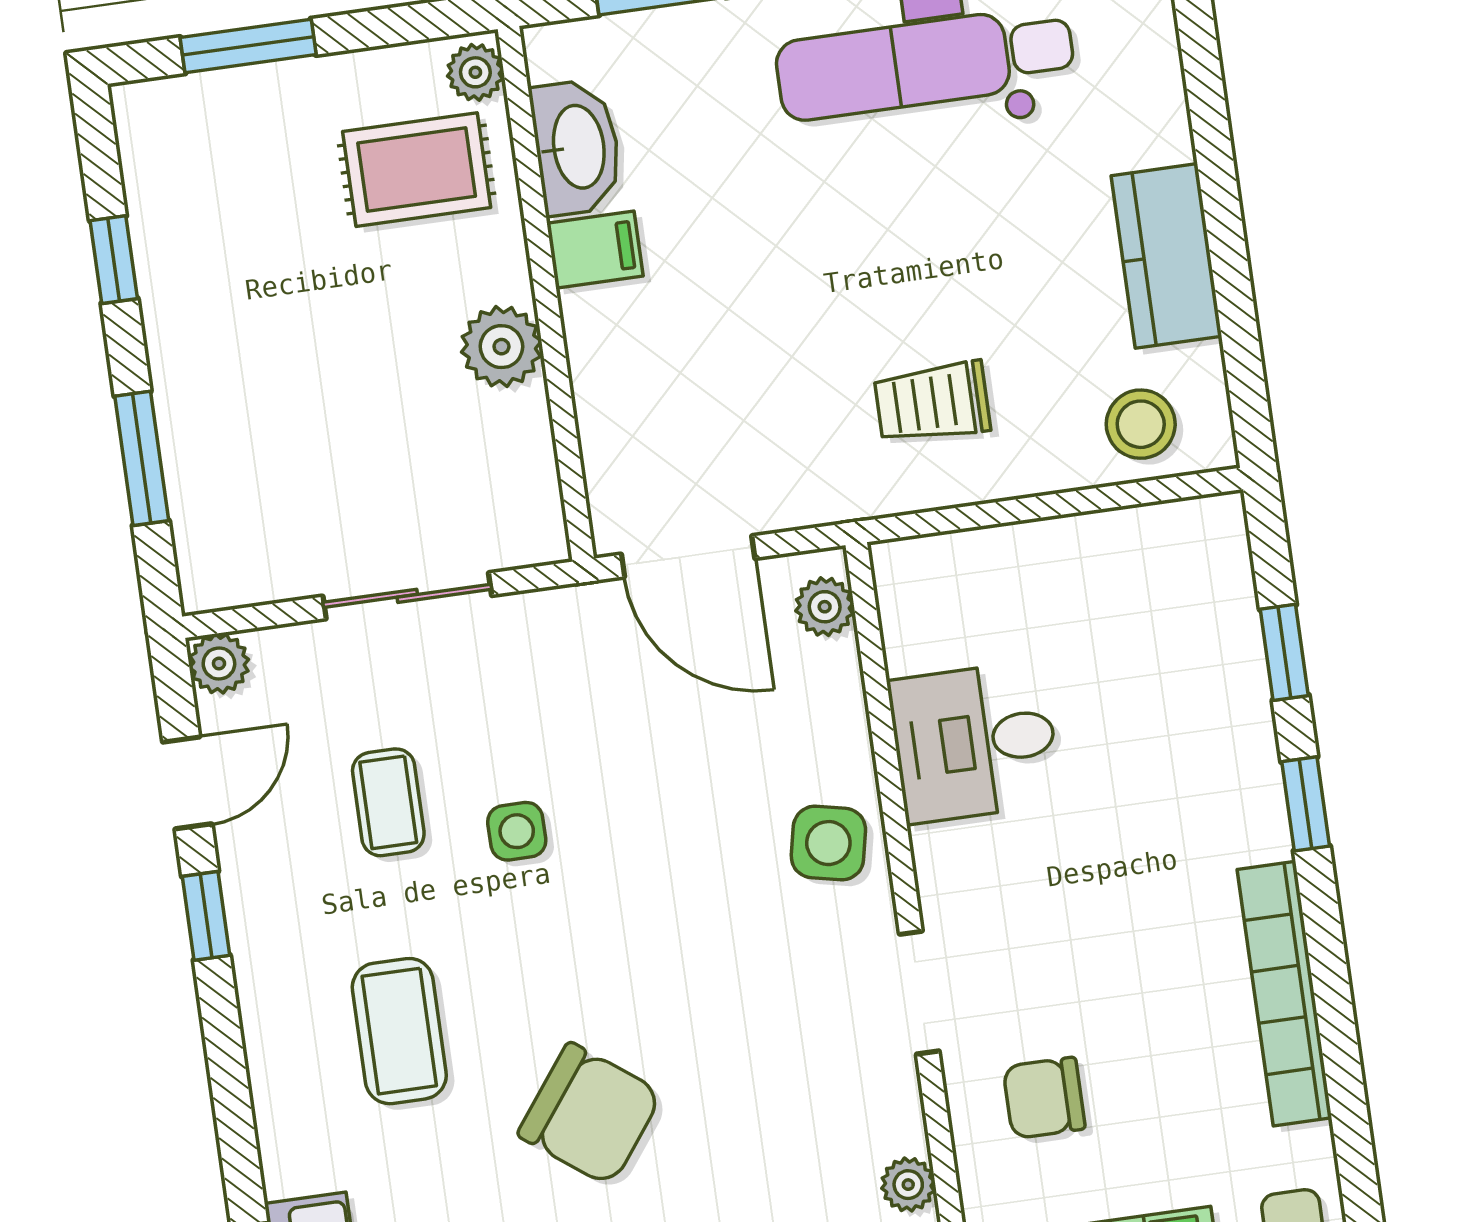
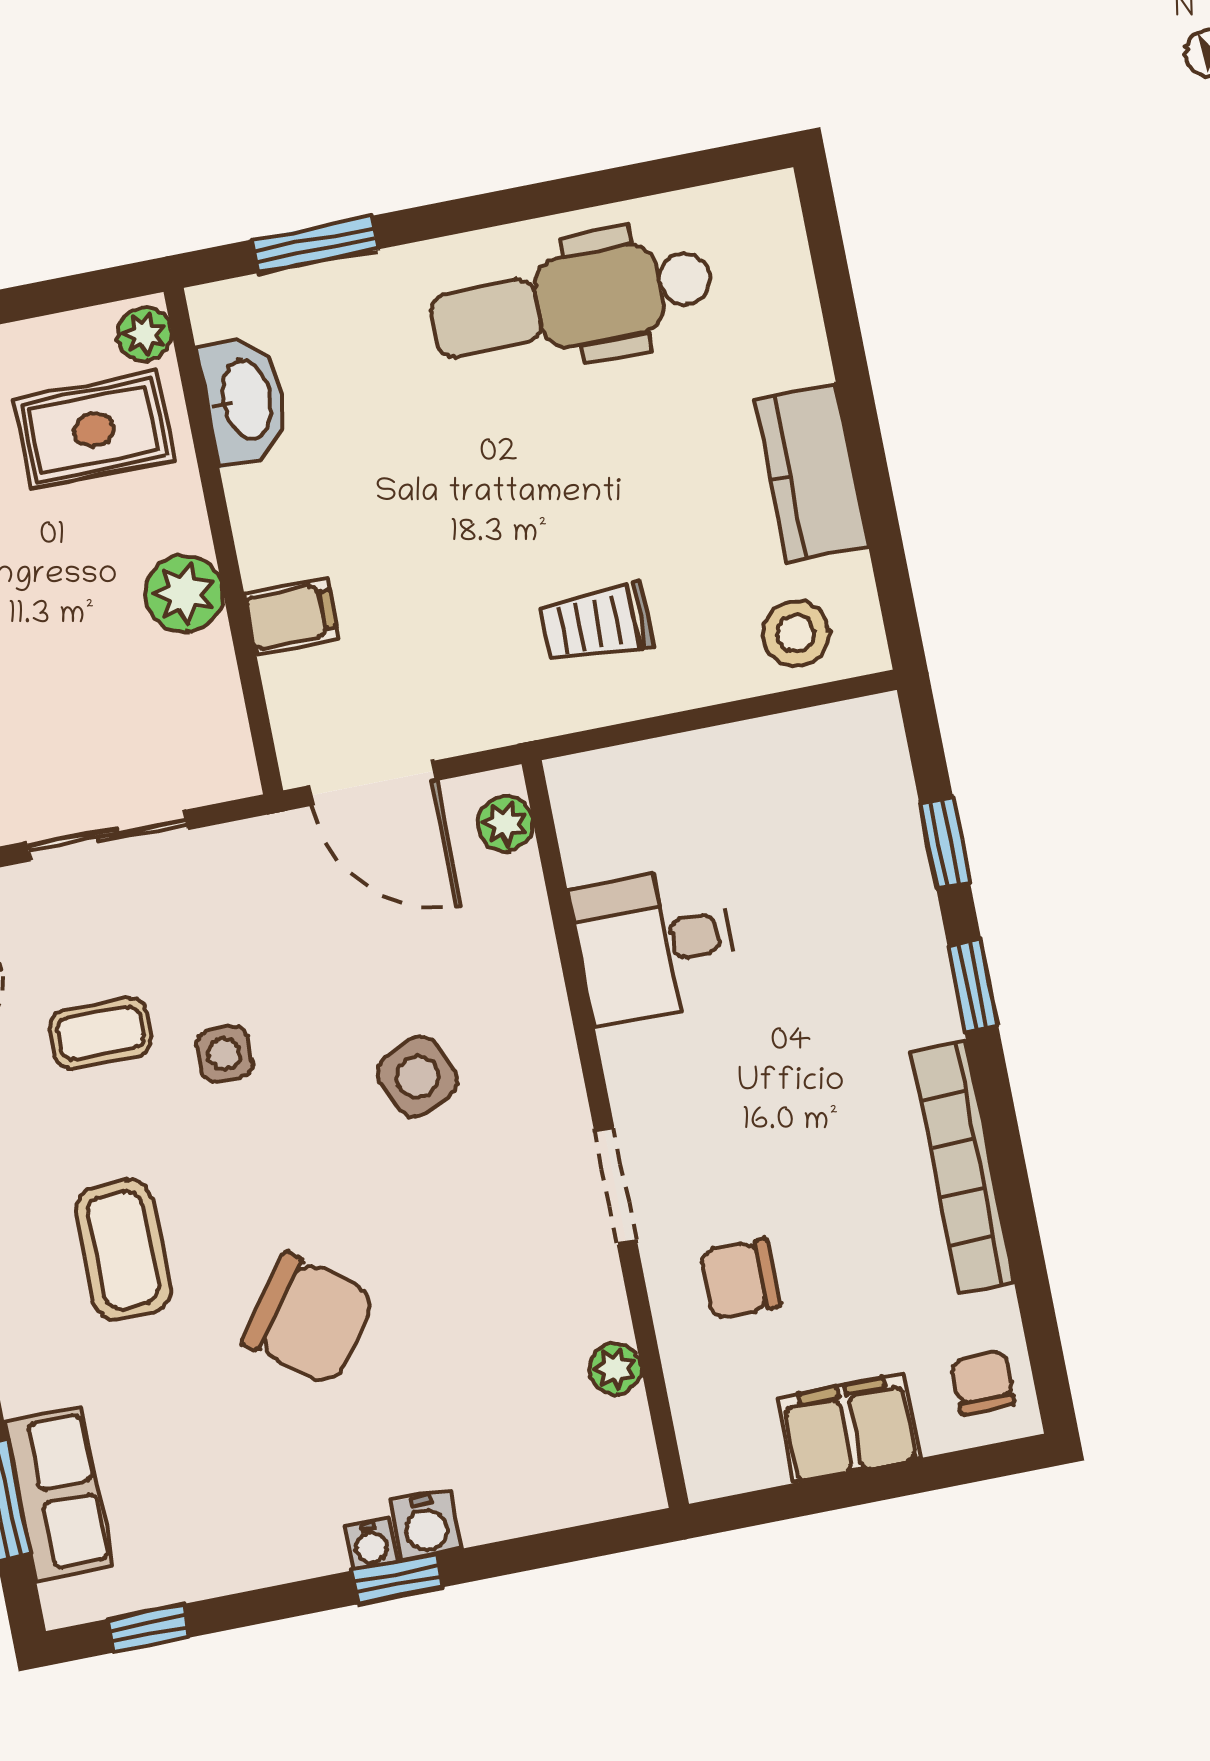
filing cabinet: (595, 250) -> (291, 616), moved
coffee table: (388, 802) -> (101, 1033), turned 90
side table: (828, 843) -> (418, 1077), moved, turned -35

